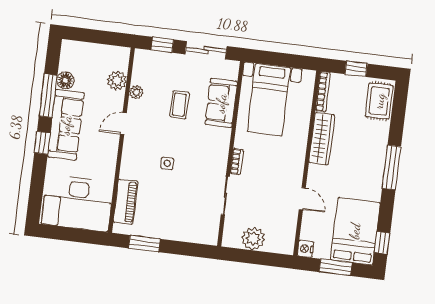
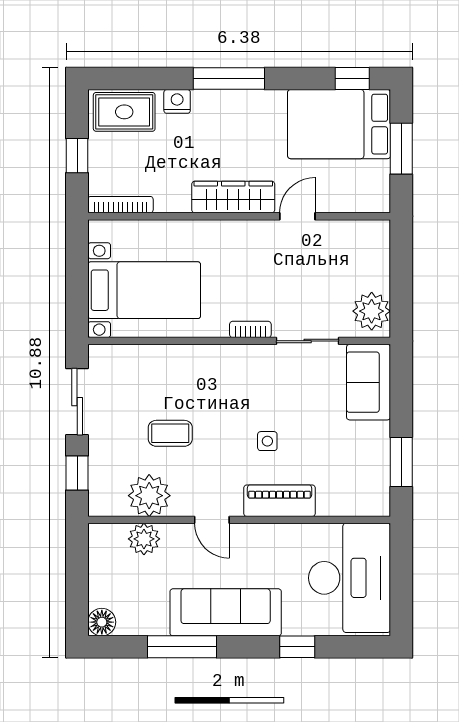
floor lamp: (65, 80) -> (102, 622), moved
plant: (136, 92) -> (149, 496), width x1.88, depth x1.88
sofa: (221, 103) -> (369, 382), moved, turned 90
wardrobe: (322, 139) -> (233, 197), moved
window: (42, 143) -> (297, 647), moved
piano: (126, 202) -> (279, 501), moved
plant: (253, 239) -> (372, 311), moved
nightstand: (306, 249) -> (177, 101), moved, turned 180

